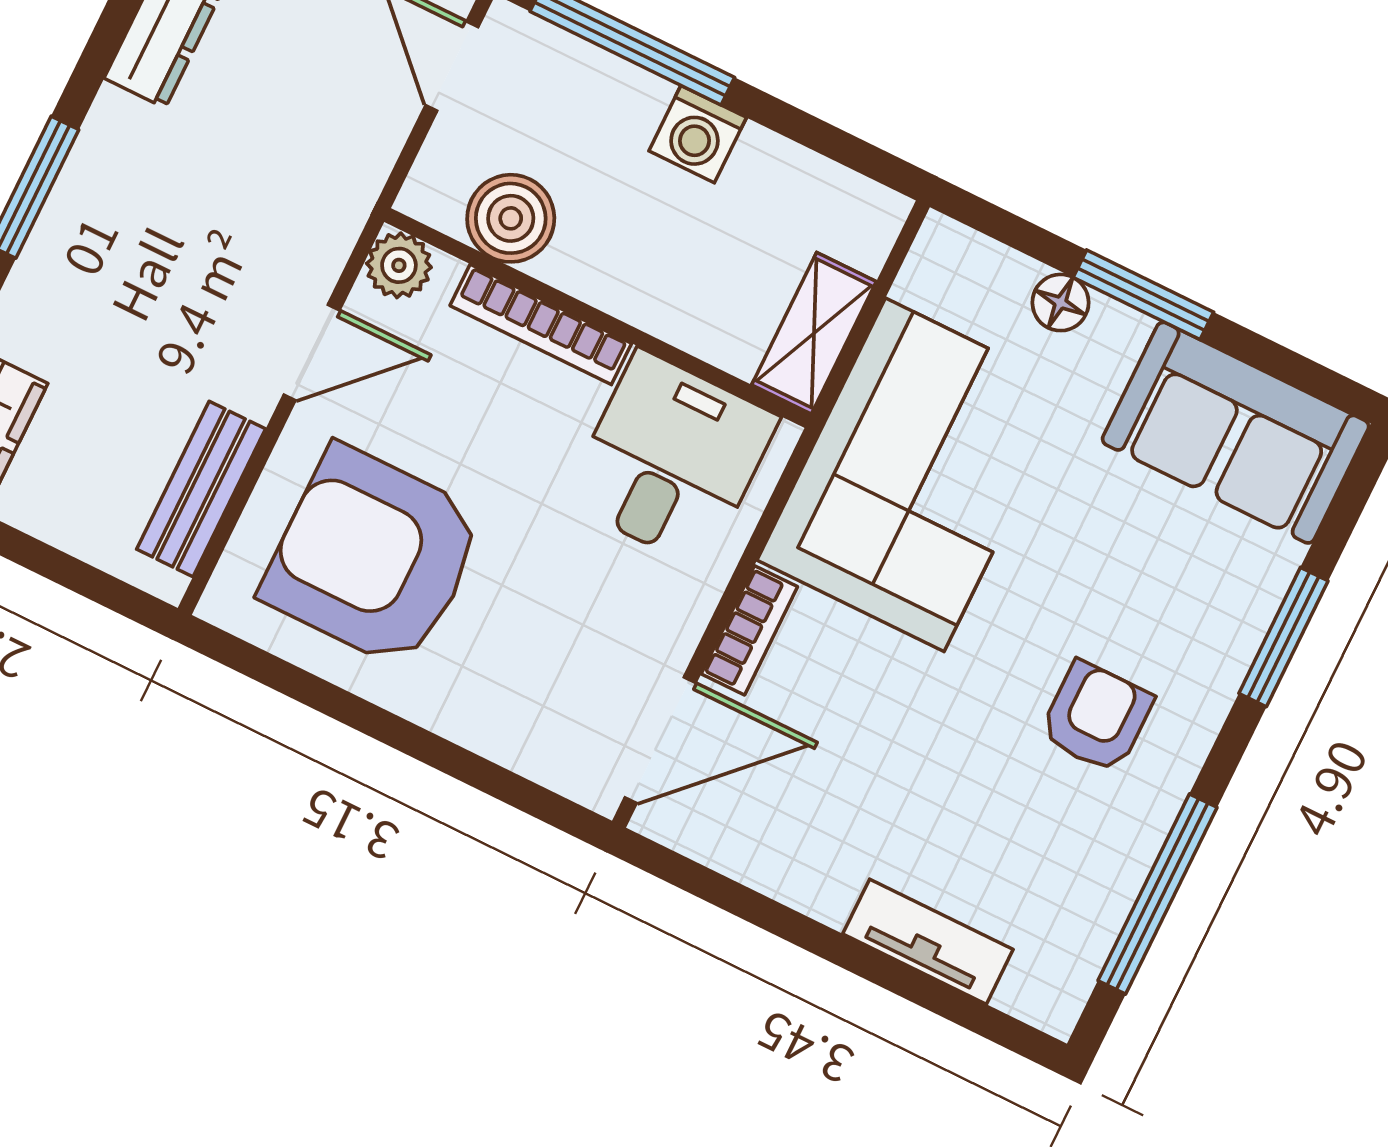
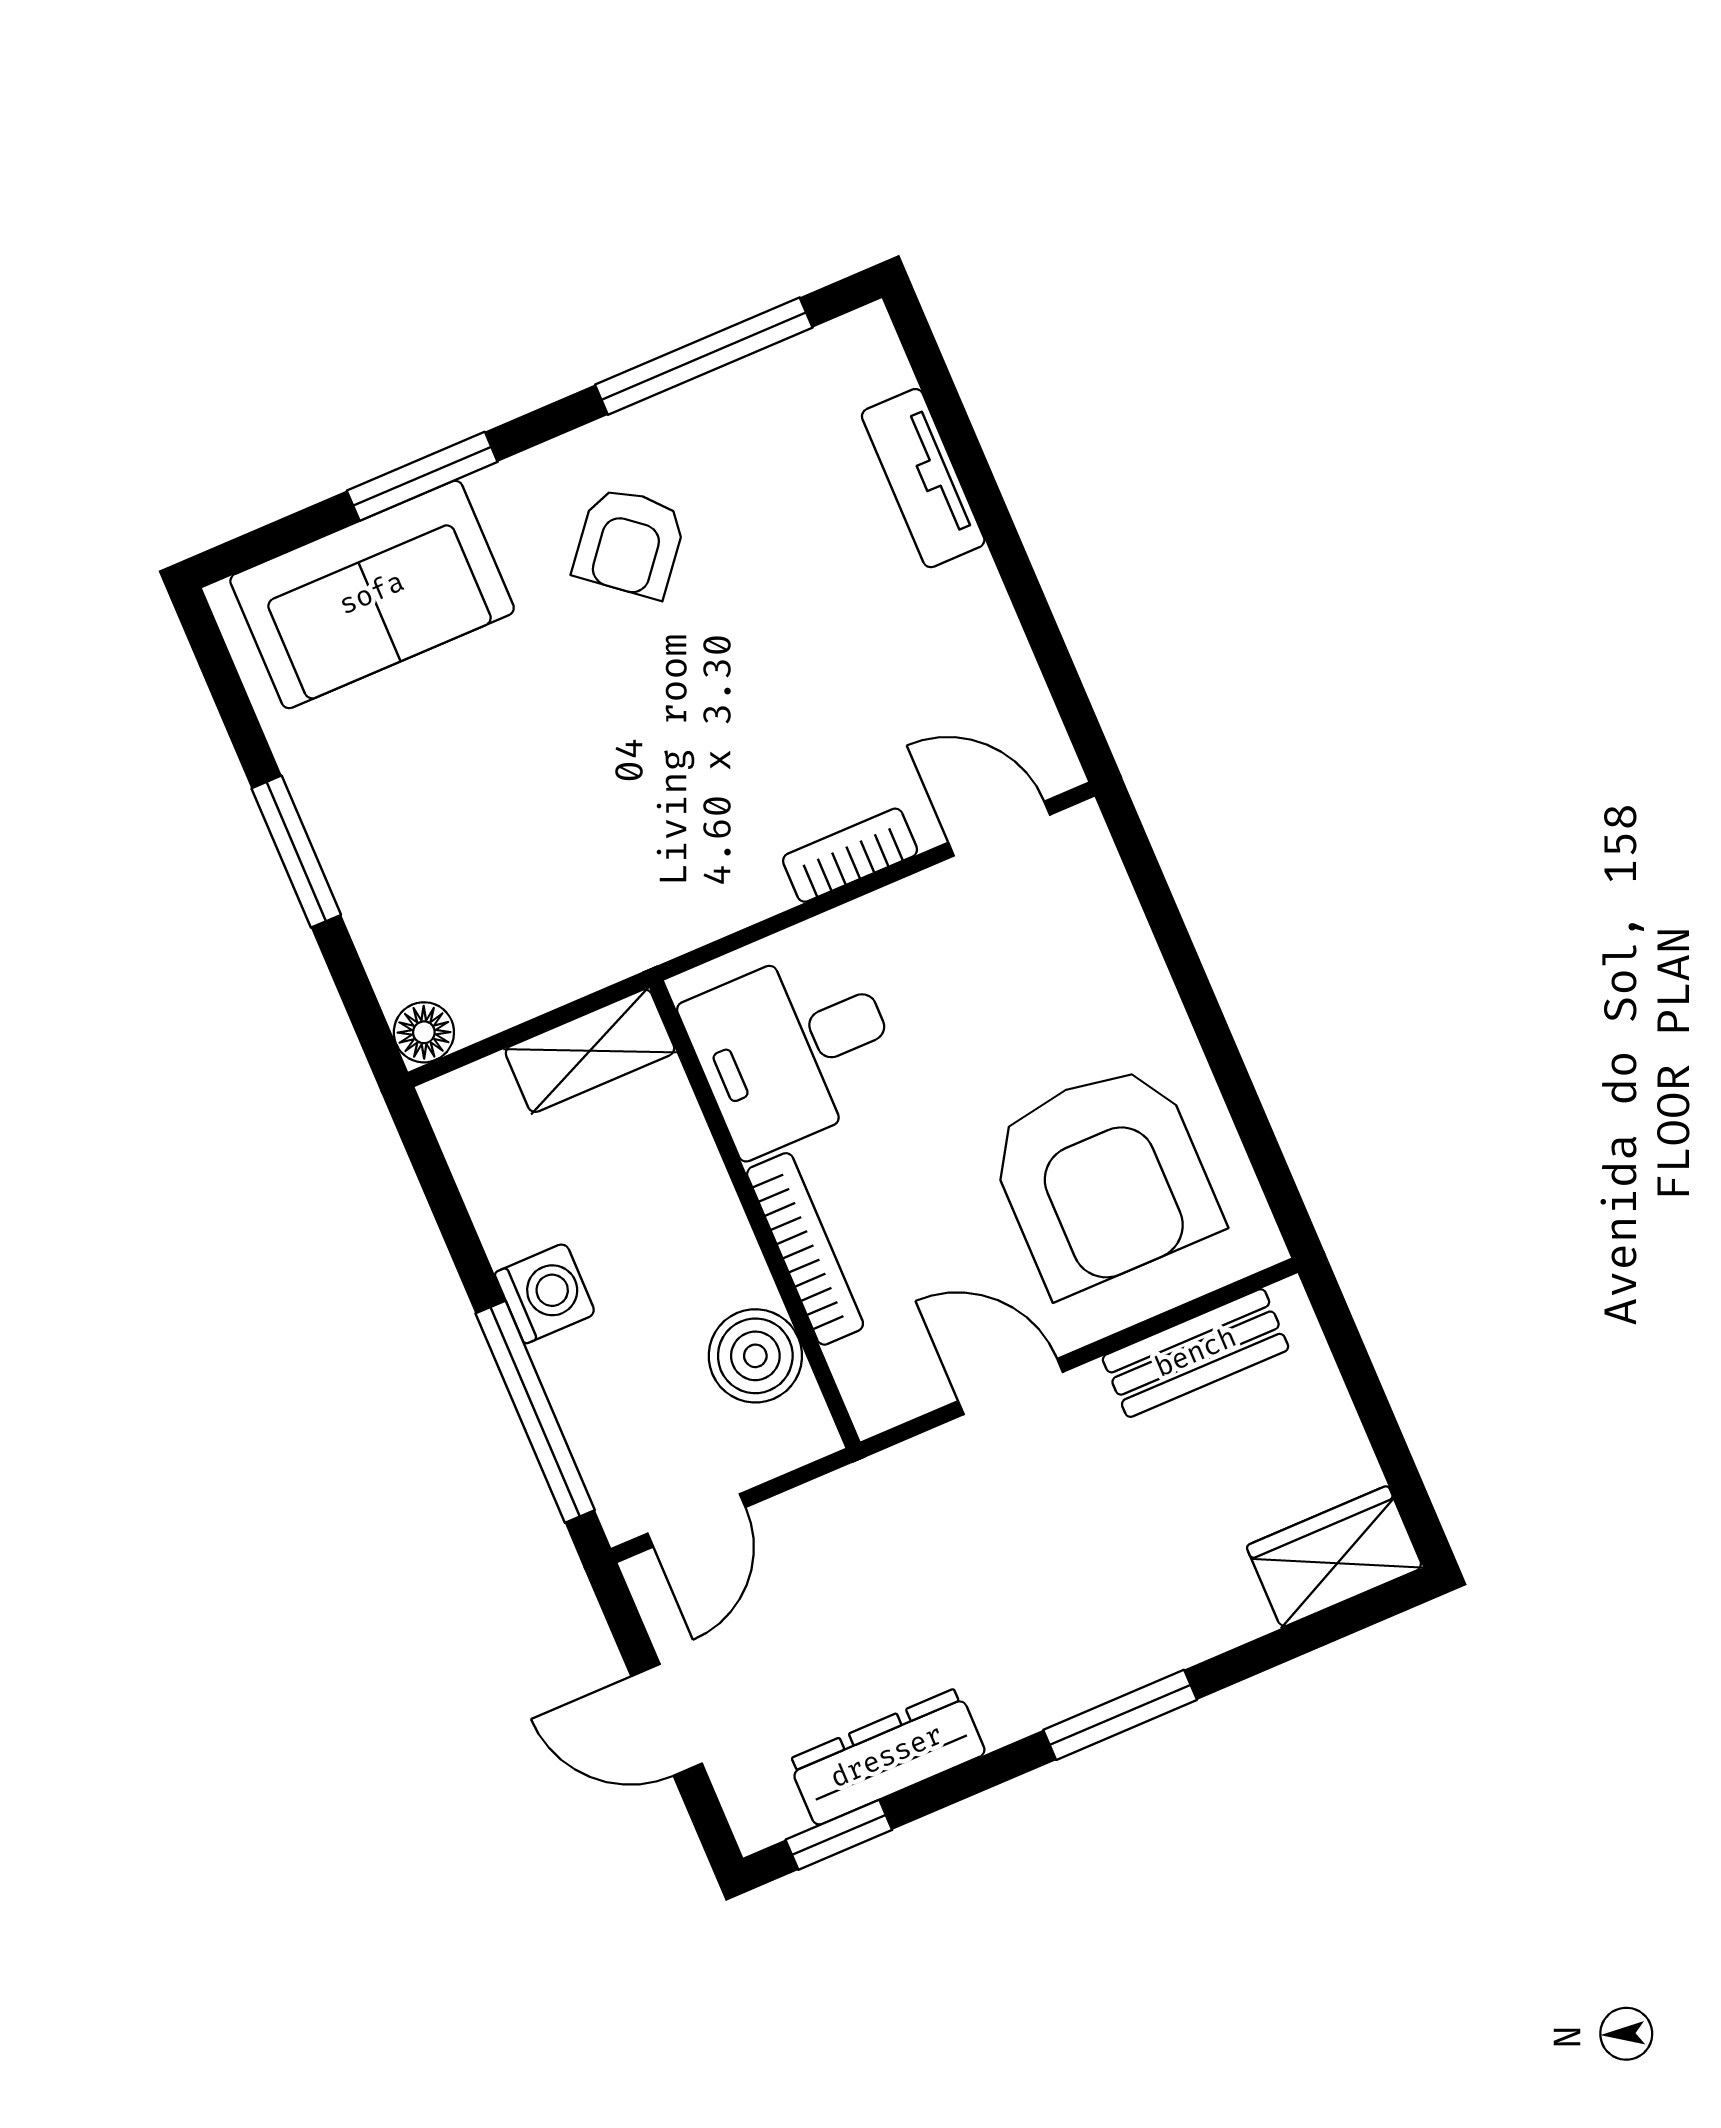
plant: (399, 265) -> (879, 1396), removed
floor lamp: (1060, 303) -> (424, 1032), moved
sofa: (1236, 433) -> (372, 594), moved, turned 90
corner sofa: (915, 475) -> (607, 866), removed
armchair: (1096, 717) -> (630, 542), turned -51
door: (660, 740) -> (999, 829), width x0.73

